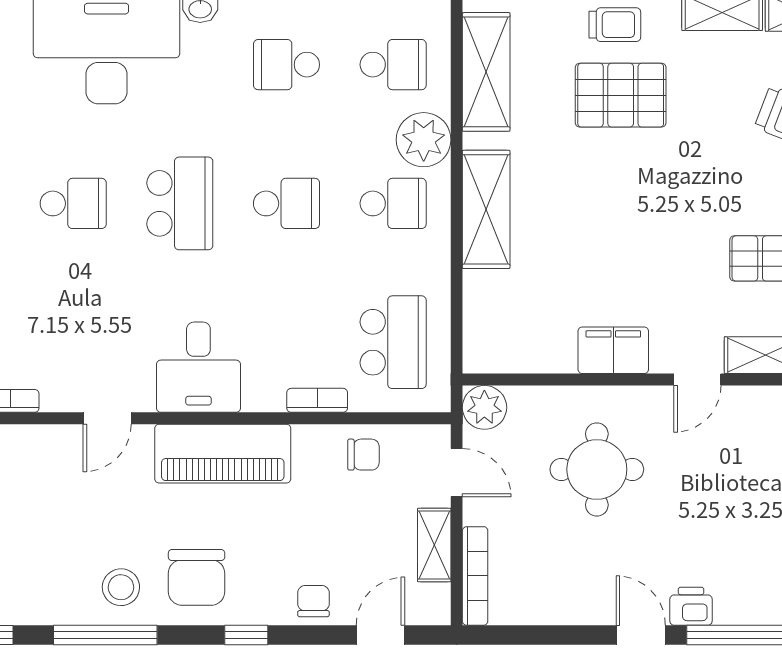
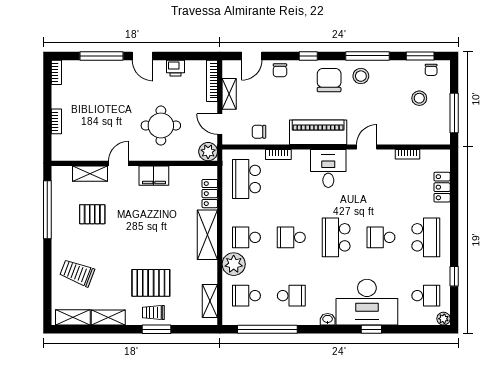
shelving: (486, 72) -> (210, 301), width x0.67, depth x0.75
locker: (480, 308) -> (210, 194), added
printer: (691, 606) -> (175, 68), moved

